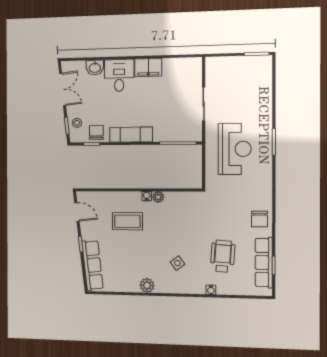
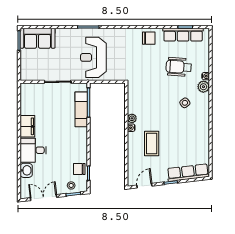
sofa: (259, 77) -> (37, 38), added
exam couch: (131, 135) -> (81, 109), moved
reception desk: (235, 149) -> (93, 57), turned -90
plant: (147, 285) -> (203, 87), moved

